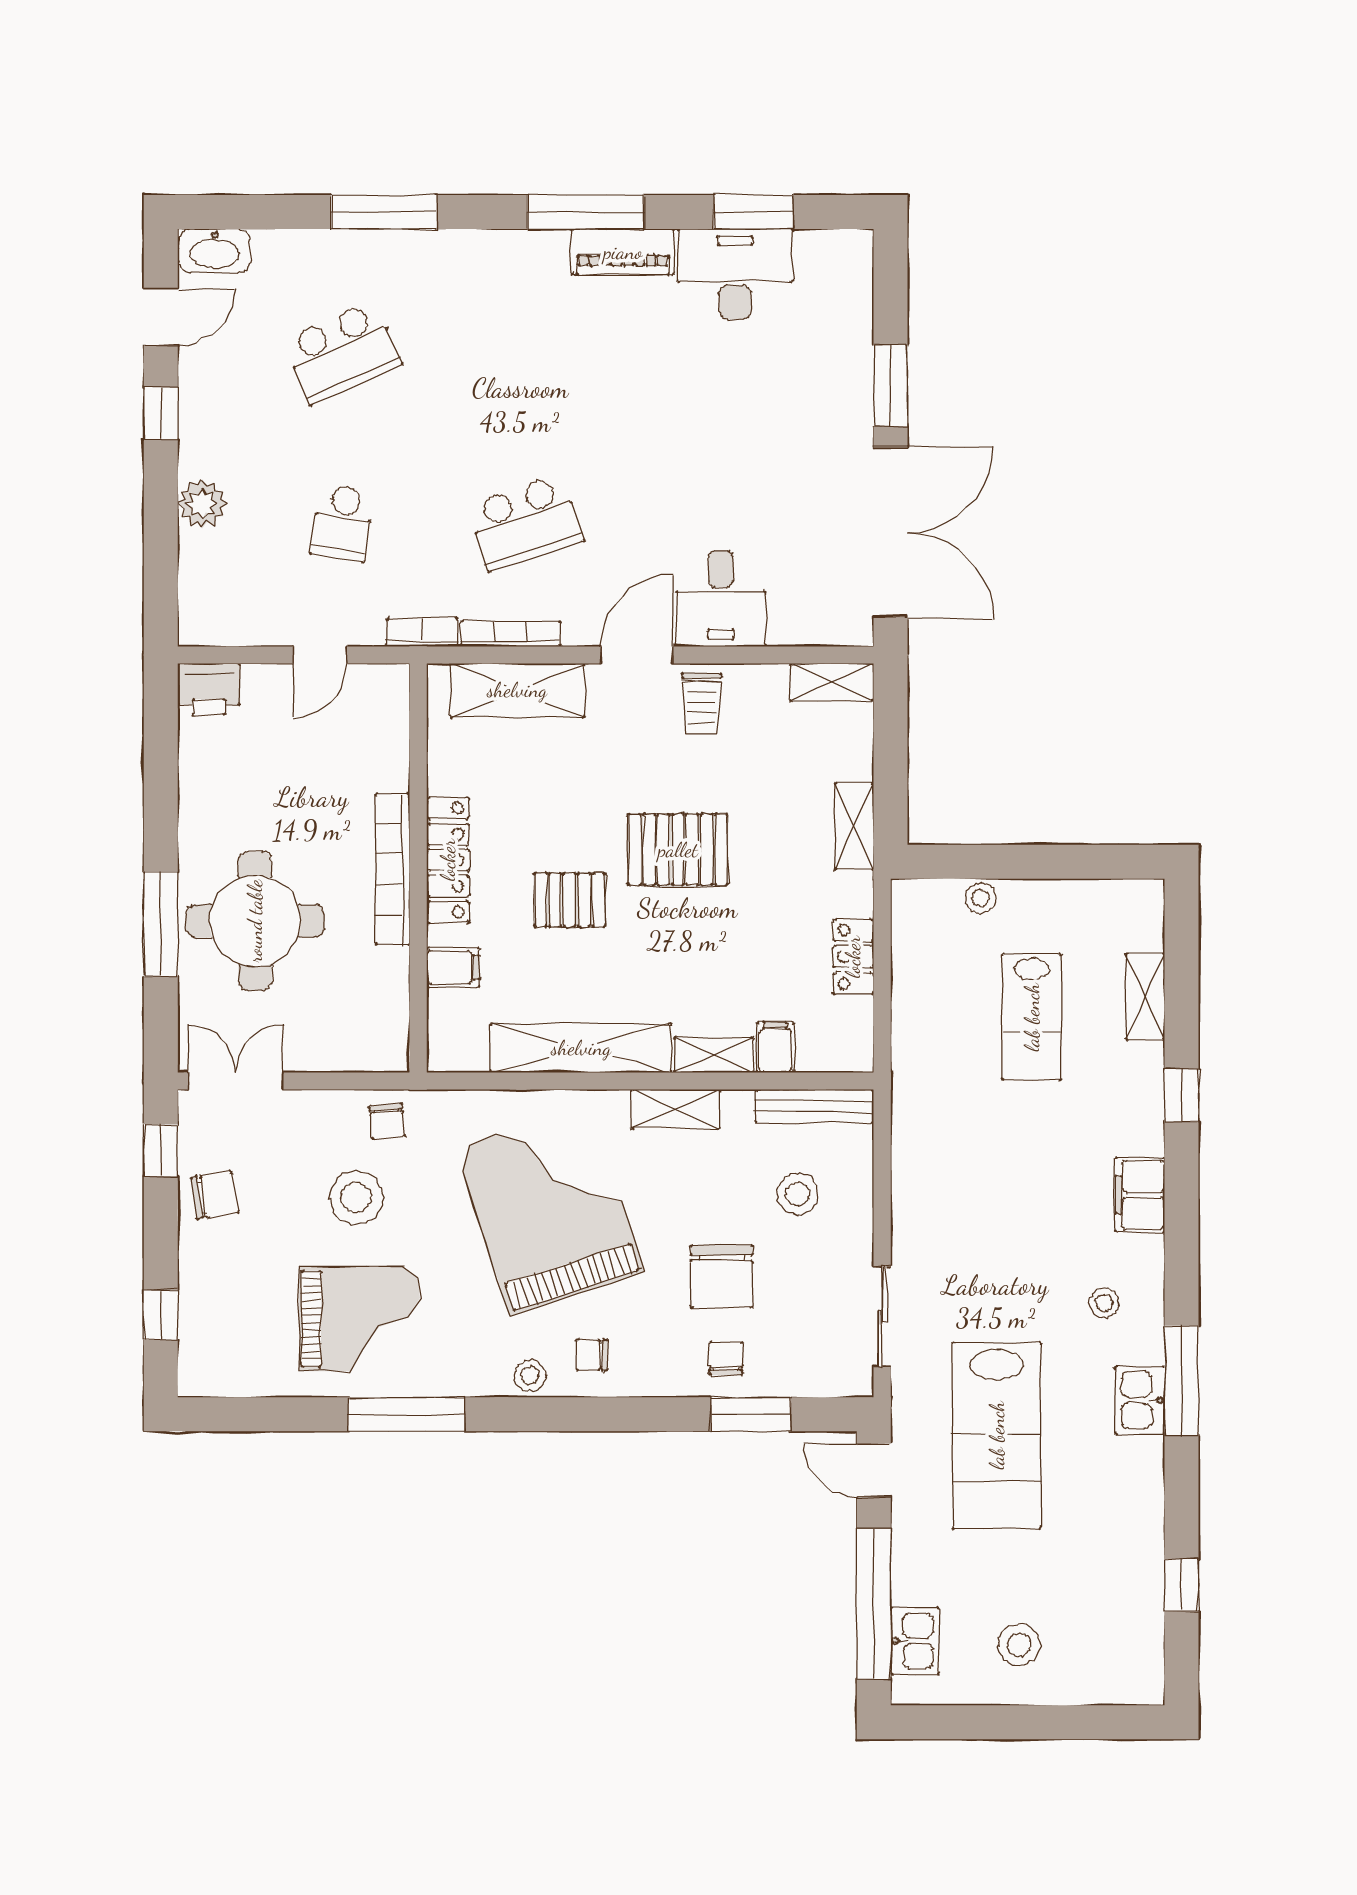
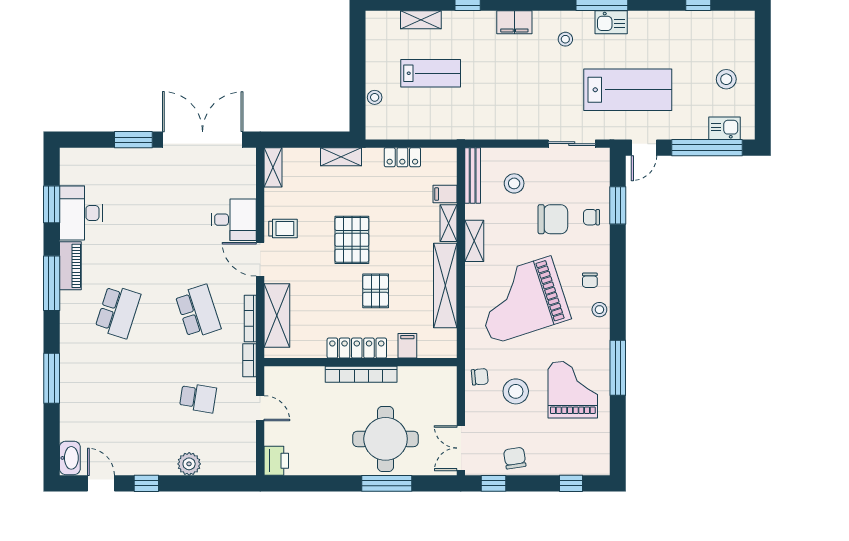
school desk: (342, 353) -> (118, 312), moved, turned 42

